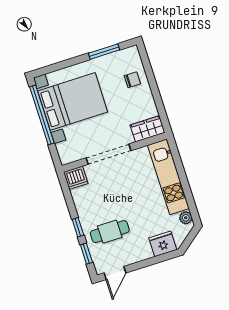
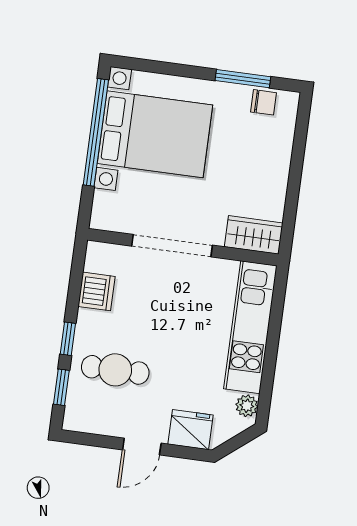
chair: (132, 80) -> (263, 102), moved
dishwasher: (76, 178) -> (96, 291), moved, turned -90
door: (115, 273) -> (142, 447), moved

